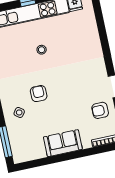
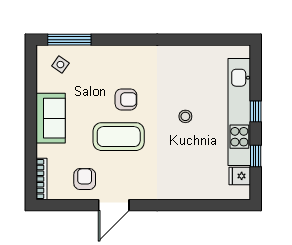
coffee table: (66, 93) -> (119, 137), added
side table: (19, 112) -> (60, 65), moved

